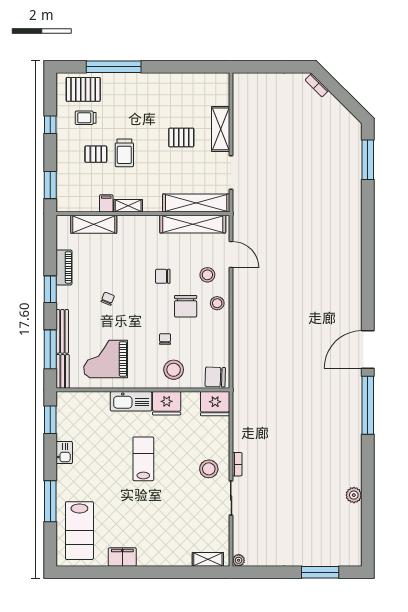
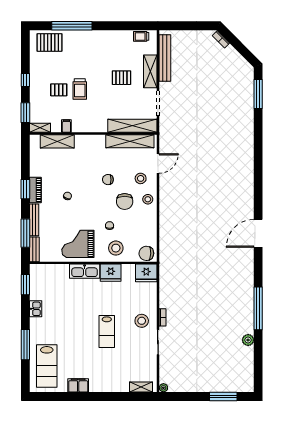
bench: (240, 111) -> (165, 58), added
trolley: (86, 118) -> (141, 36), moved
window: (50, 125) -> (25, 80), moved
shelving: (128, 206) -> (40, 128), moved
door: (231, 255) -> (158, 164), hinge flipped
piano: (64, 267) -> (35, 190), moved
grand piano: (106, 359) -> (78, 244), moved
window: (368, 405) -> (258, 308), moved
lab bench: (143, 459) -> (107, 332), moved, turned 180

